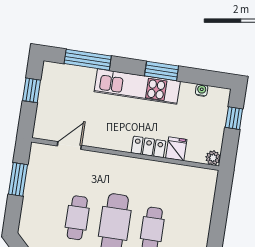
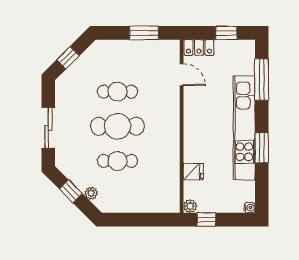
kitchen unit: (137, 86) -> (244, 128), width x1.36
water cooler: (202, 90) -> (250, 208), moved
window: (234, 118) -> (206, 220), moved
locker: (148, 147) -> (199, 47), moved, turned 90

